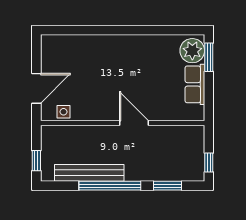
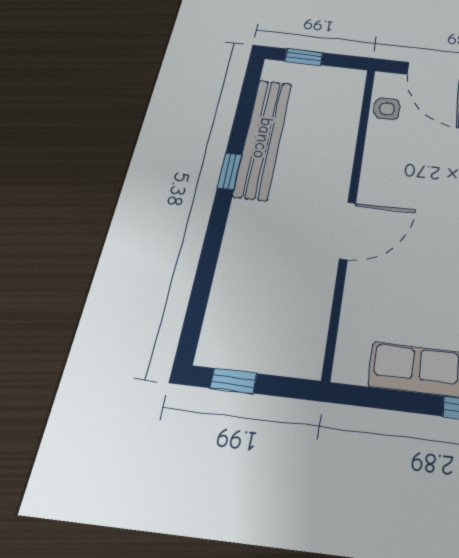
window: (110, 186) -> (230, 171), width x0.32
window: (167, 186) -> (203, 282), removed

